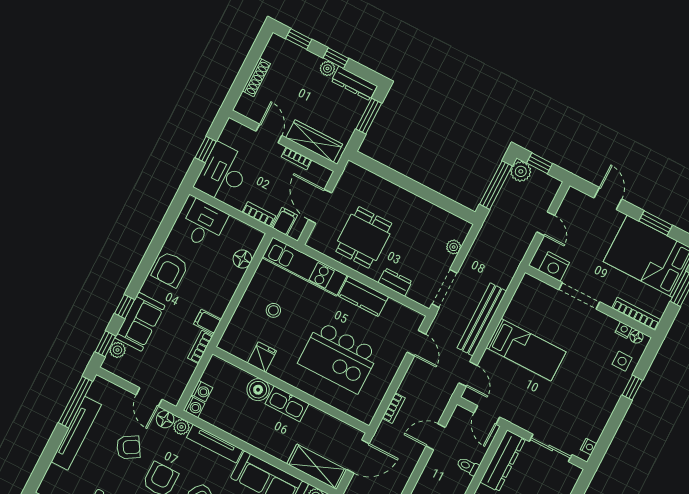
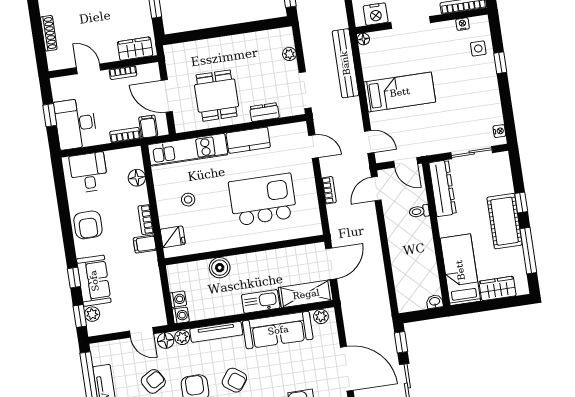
wardrobe: (314, 141) -> (135, 49), width x0.67
bench: (482, 319) -> (345, 63), moved
floor lamp: (637, 337) -> (363, 39), moved
bookcase: (200, 347) -> (146, 220), moved
fridge: (262, 357) -> (173, 237), moved, turned 90
kitchen island: (339, 357) -> (263, 200), turned 180
kitchen sink: (287, 404) -> (261, 301), moved, turned 180
bookcase: (394, 408) -> (329, 190), moved
door: (436, 437) -> (376, 189), moved

